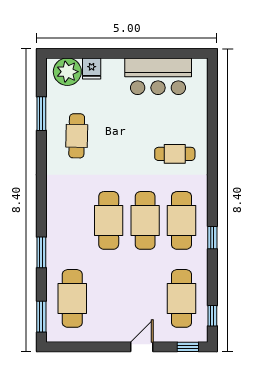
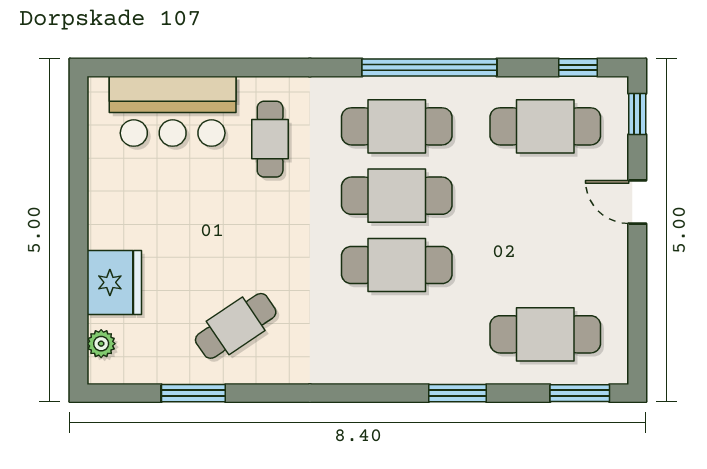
fridge: (92, 68) -> (114, 282), width x1.88, depth x1.34
plant: (67, 72) -> (101, 344), width x0.53, depth x0.53
bar counter: (158, 76) -> (173, 111), moved, turned 90
cafe table: (77, 136) -> (236, 326), turned -35
window: (212, 238) -> (429, 68), width x3.17

